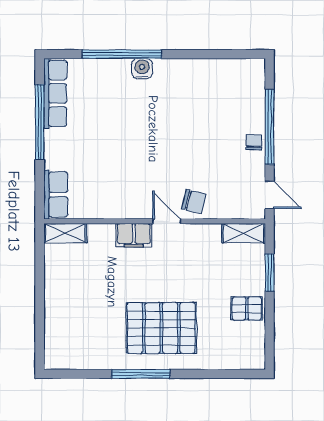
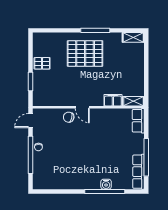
water cooler: (142, 69) -> (106, 184), moved
door: (270, 195) -> (31, 121), hinge flipped
shelving: (244, 233) -> (133, 37), moved
filing cabinet: (134, 235) -> (113, 100), moved

